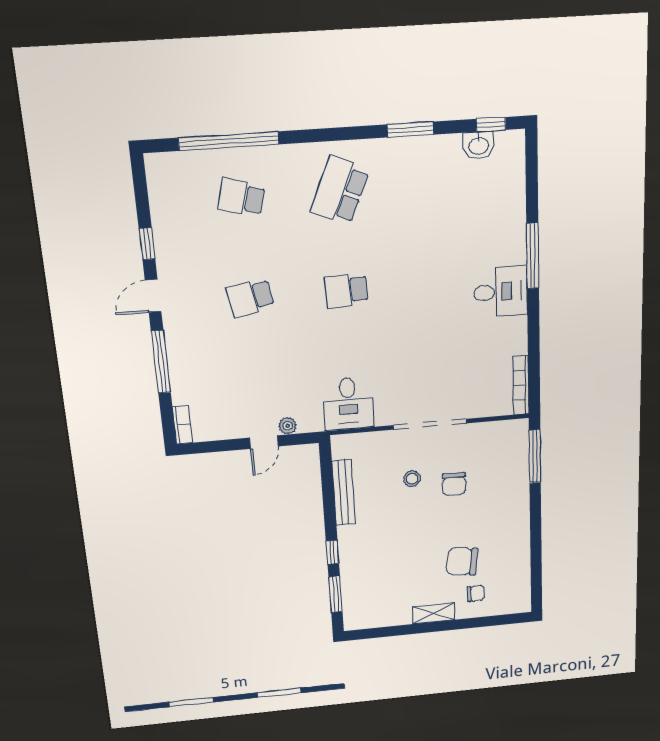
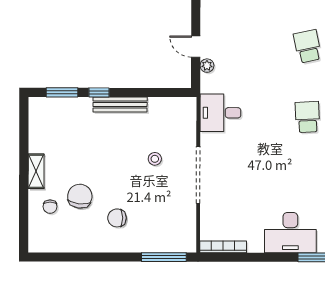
desk: (501, 292) -> (290, 233), width x1.37
chair: (454, 484) -> (117, 218), moved
bench: (344, 492) -> (120, 105), moved

